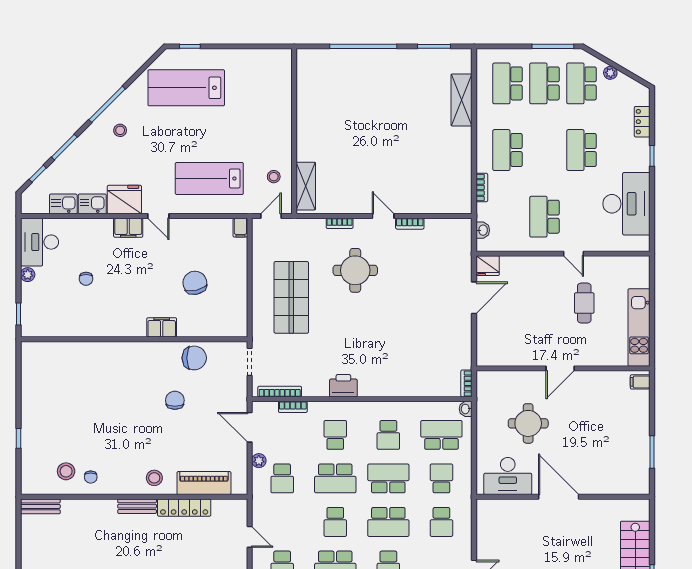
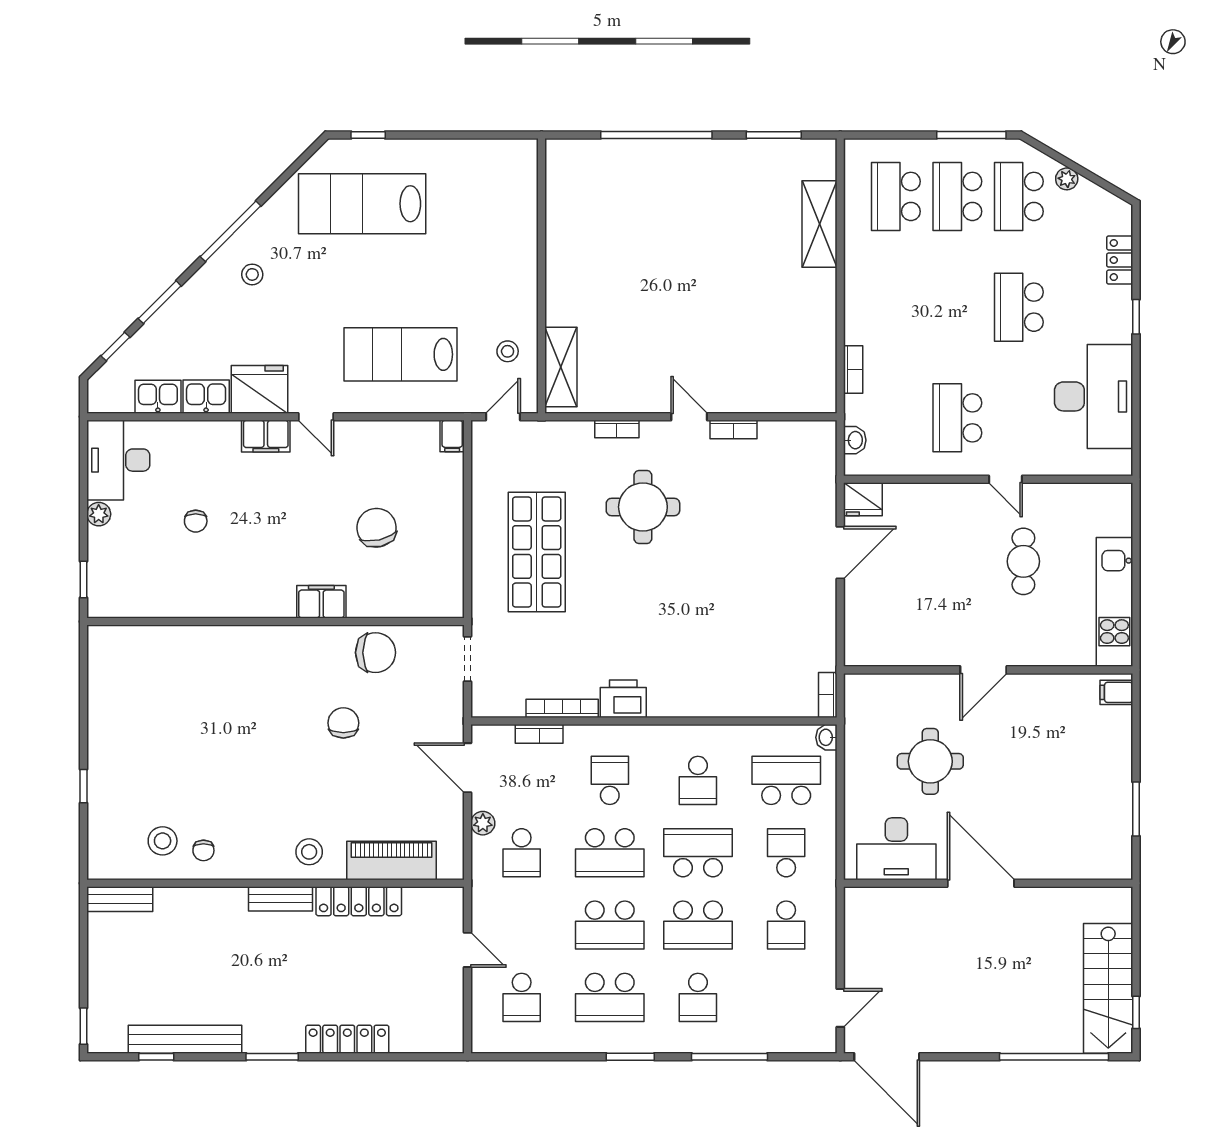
school desk: (507, 150) -> (896, 307), removed
bookcase: (280, 392) -> (562, 708), moved
school desk: (335, 522) -> (610, 925), width x1.85

